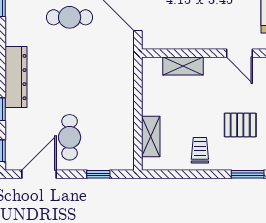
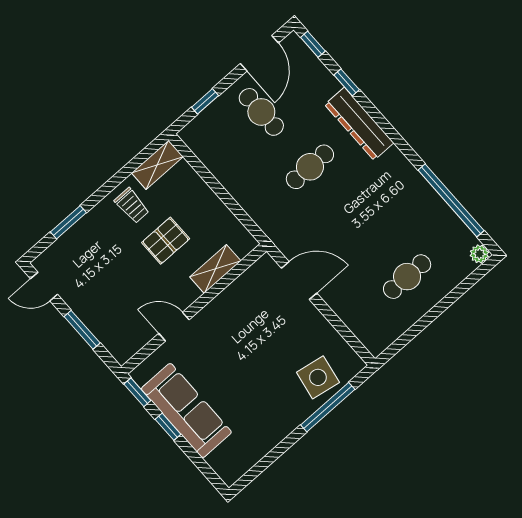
cafe table: (70, 17) -> (310, 167), moved
pallet: (240, 125) -> (166, 241), moved
shelving: (151, 137) -> (157, 165), moved, turned 90

